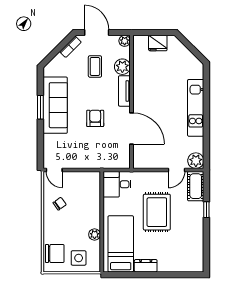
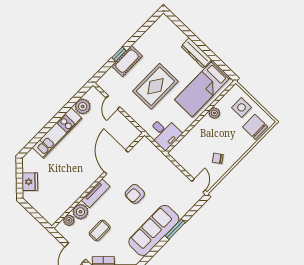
plant: (125, 41) -> (69, 220), moved
fridge: (158, 43) -> (30, 182), moved, turned 45
window: (40, 107) -> (175, 229), moved
plant: (196, 161) -> (83, 106), moved
door: (176, 170) -> (113, 102), swing flipped
cot: (196, 186) -> (127, 61), moved
dresser: (146, 266) -> (196, 53), width x1.44

